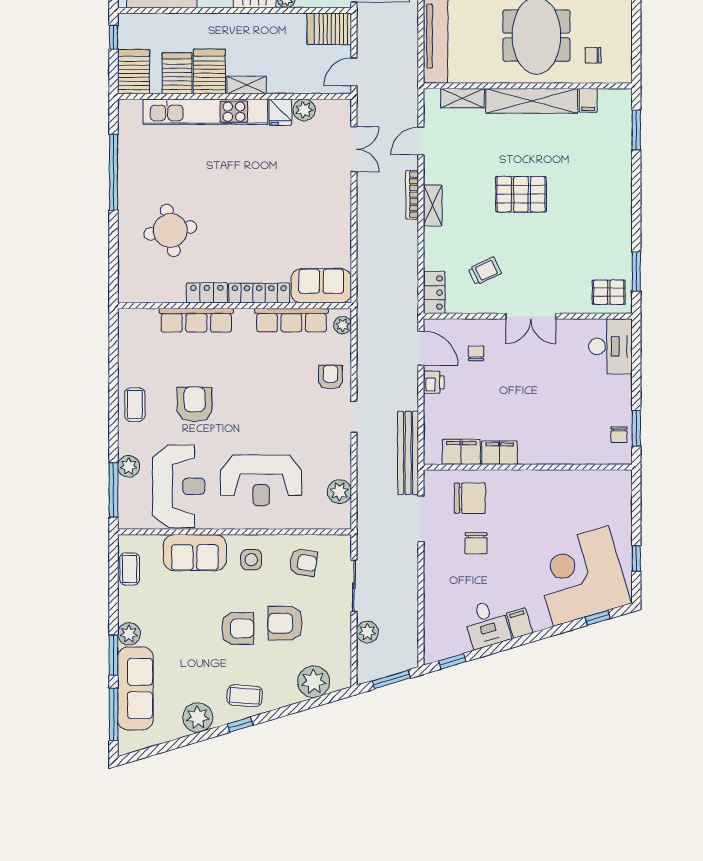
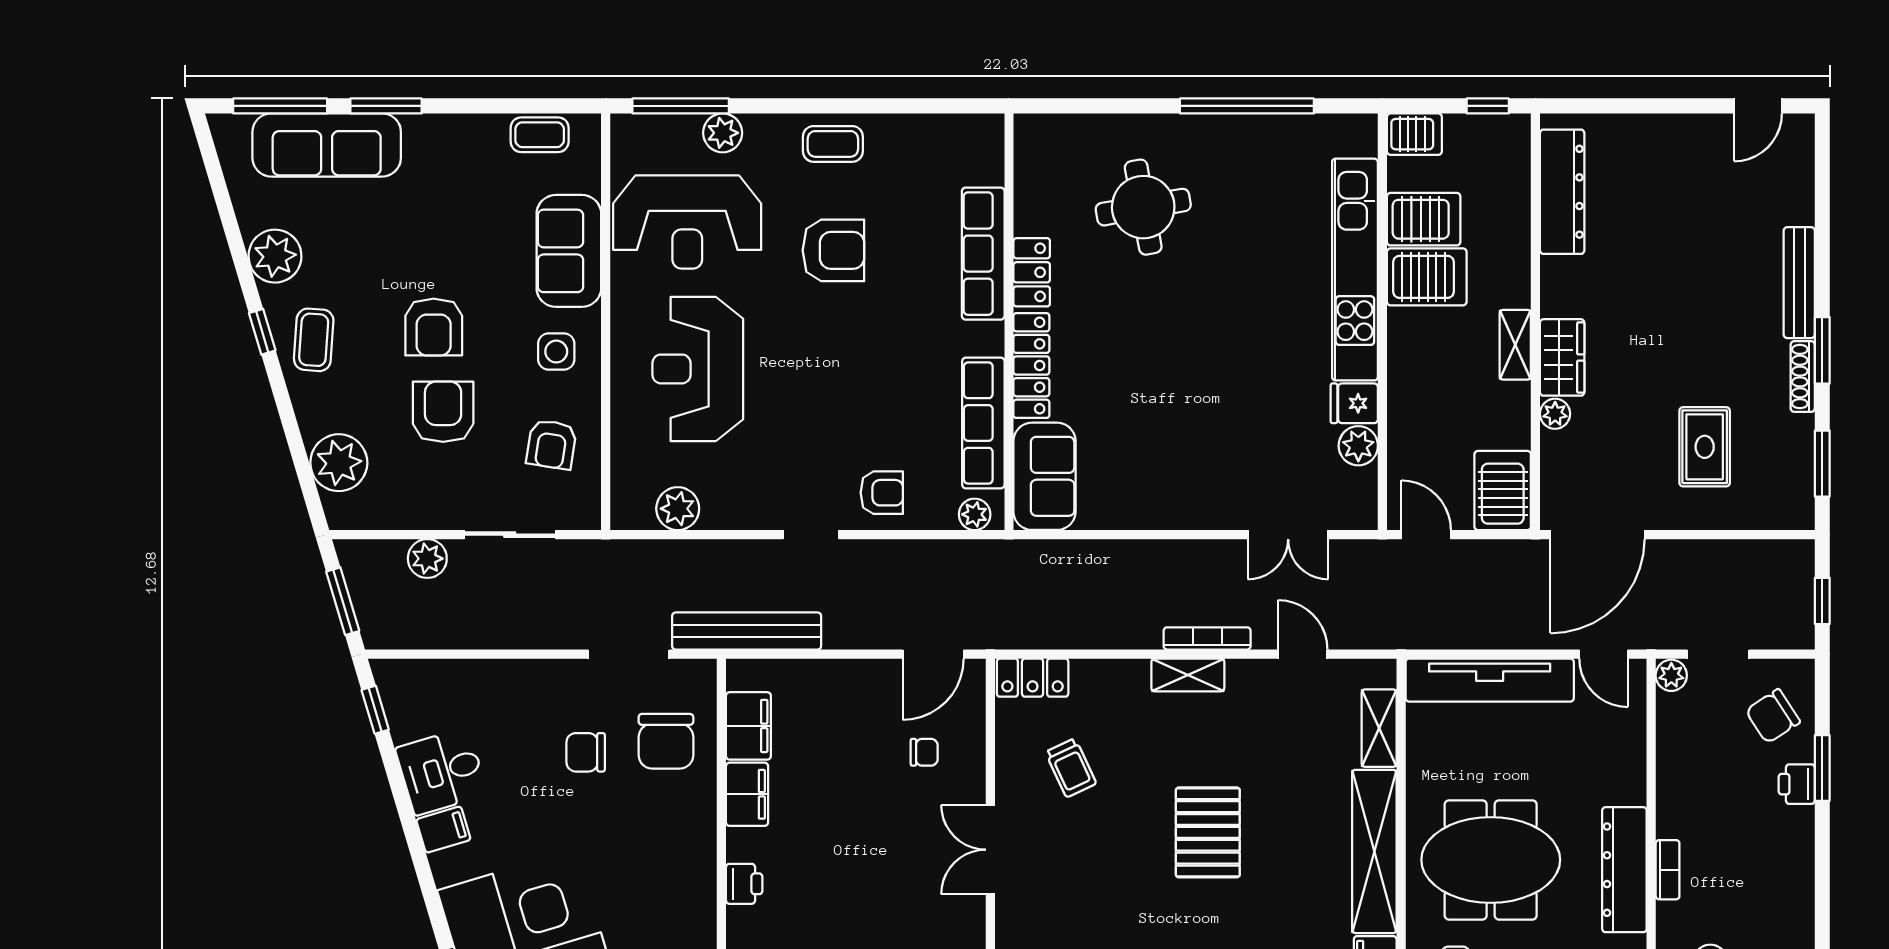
server rack: (134, 72) -> (1414, 134), width x0.73, depth x0.70
shelving: (247, 85) -> (1515, 345), moved
printer: (434, 382) -> (744, 884), moved, turned -90
plant: (129, 634) -> (424, 133), removed

